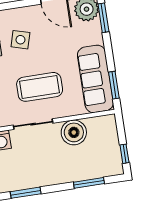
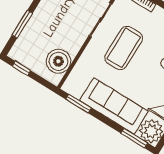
sofa: (95, 79) -> (114, 106), moved
boiler: (74, 132) -> (58, 61), moved

